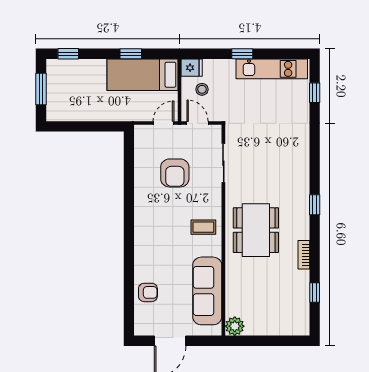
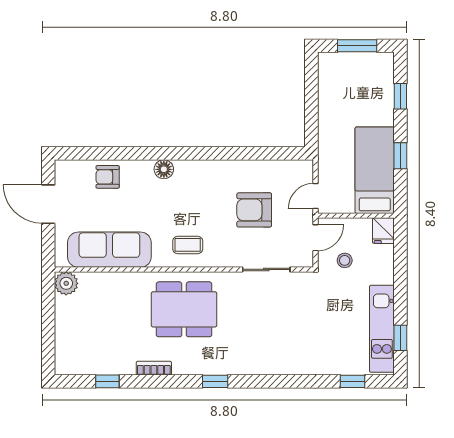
window: (68, 54) -> (400, 96), moved
window: (242, 54) -> (400, 338), moved
stool: (202, 89) -> (345, 260), moved
door: (164, 123) -> (315, 196), swing flipped
coffee table: (203, 227) -> (188, 245), turned 90
floor lamp: (142, 247) -> (164, 169), added
armchair: (148, 292) -> (108, 177), turned 90

